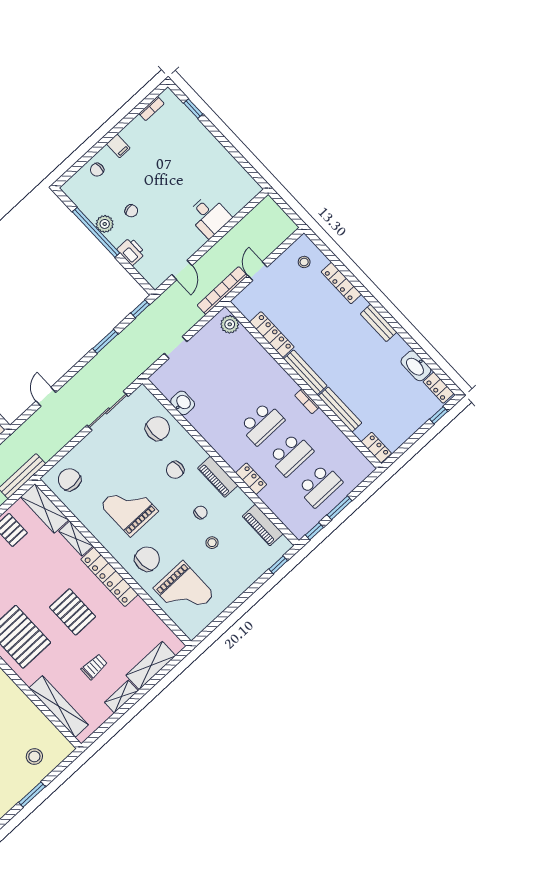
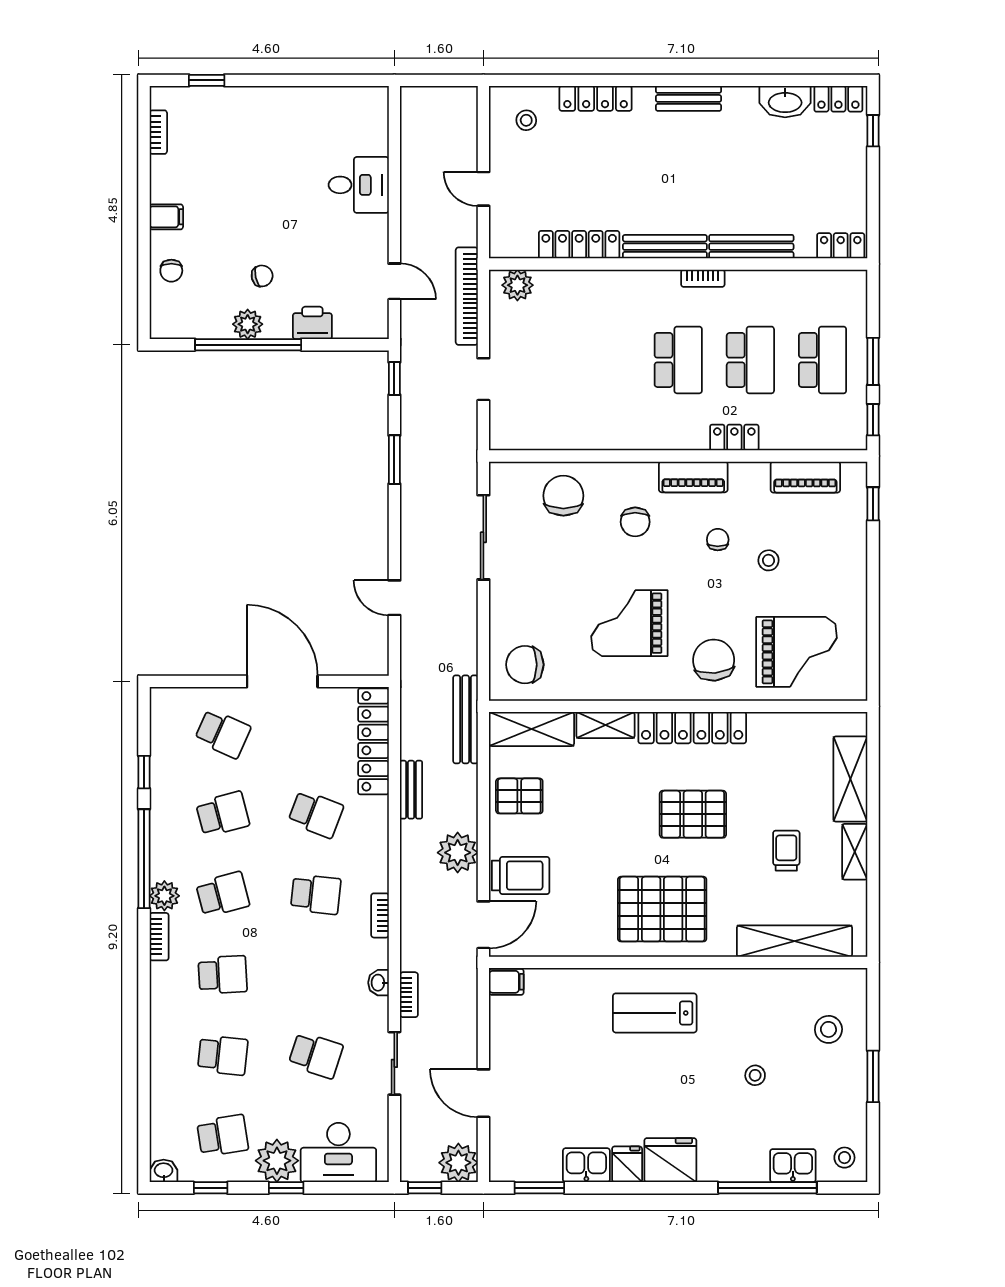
bookcase: (222, 291) -> (467, 296), moved
washbasin: (183, 403) -> (561, 435), removed

